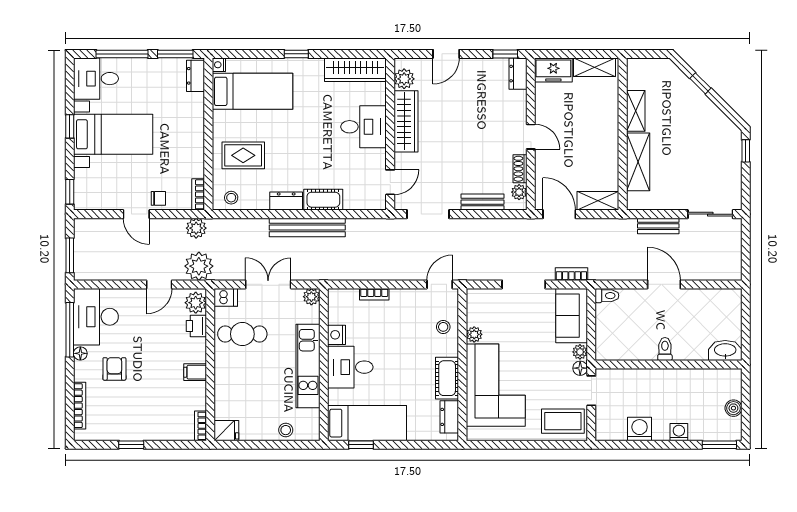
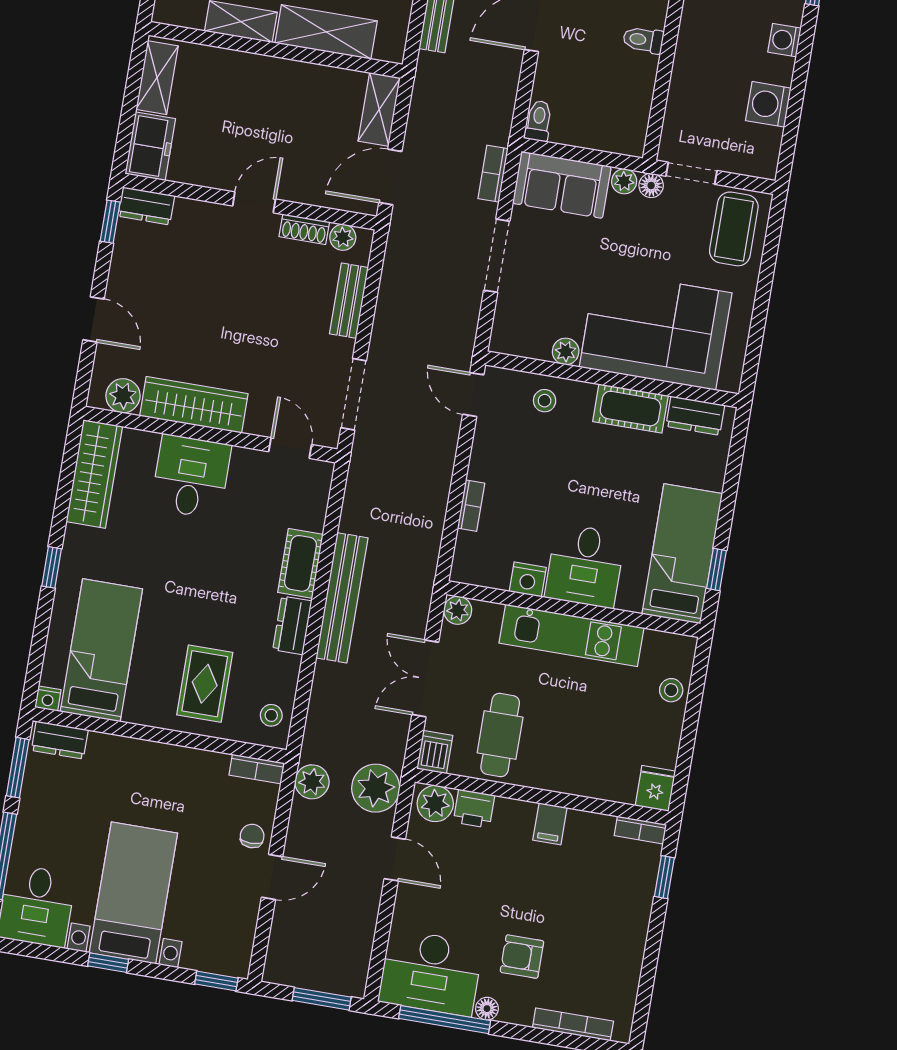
window: (131, 445) -> (664, 877), moved

